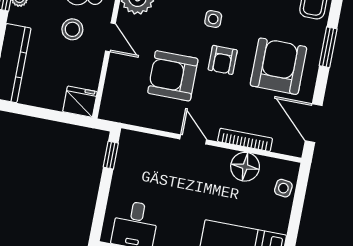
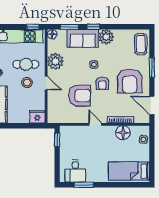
armchair: (278, 66) -> (130, 81), turned 180
armchair: (173, 76) -> (80, 96), turned 180

